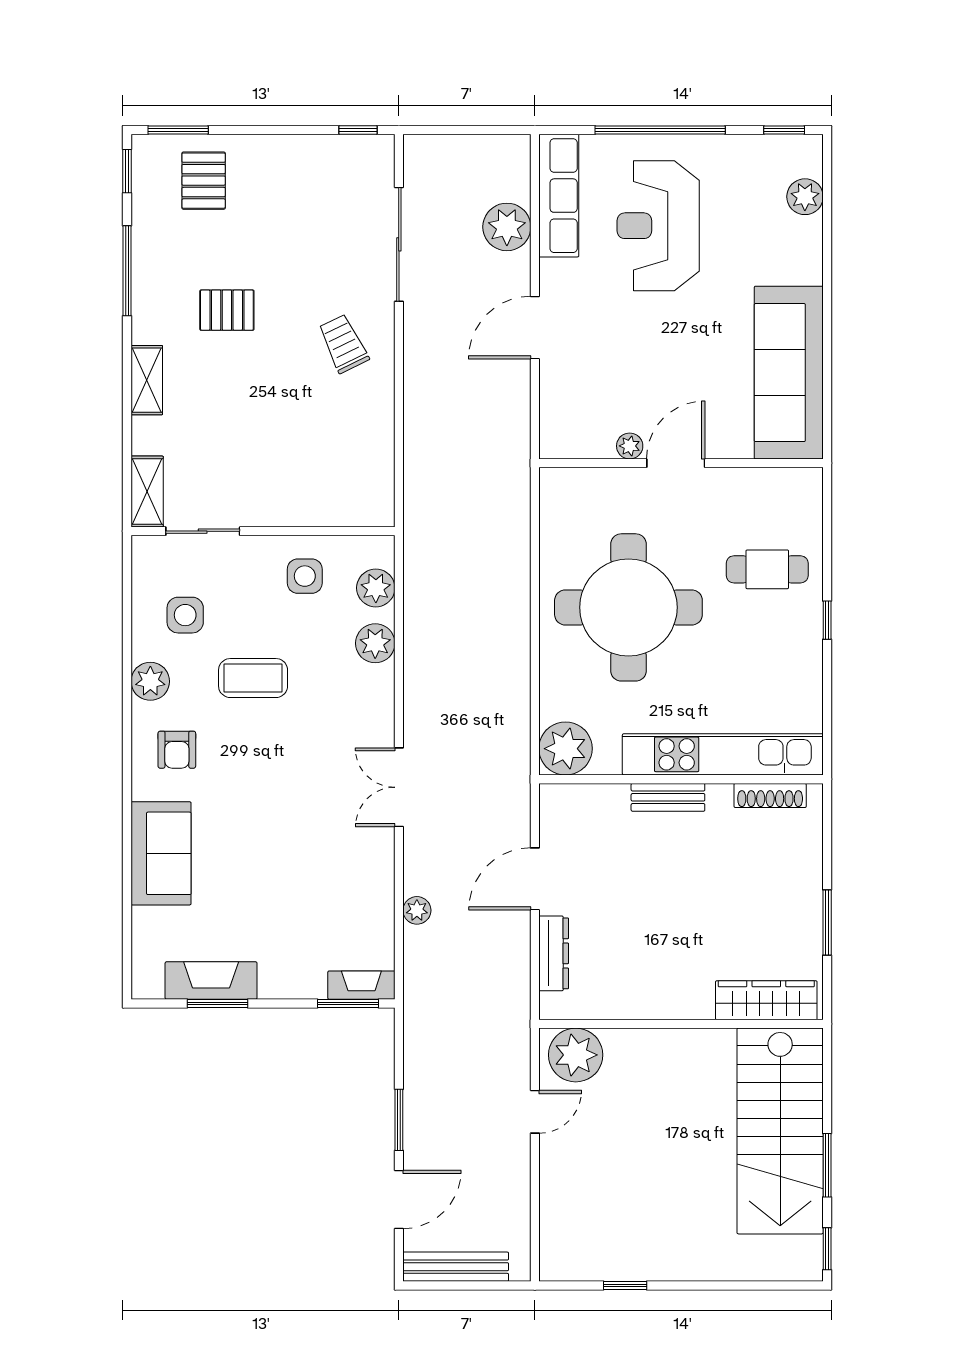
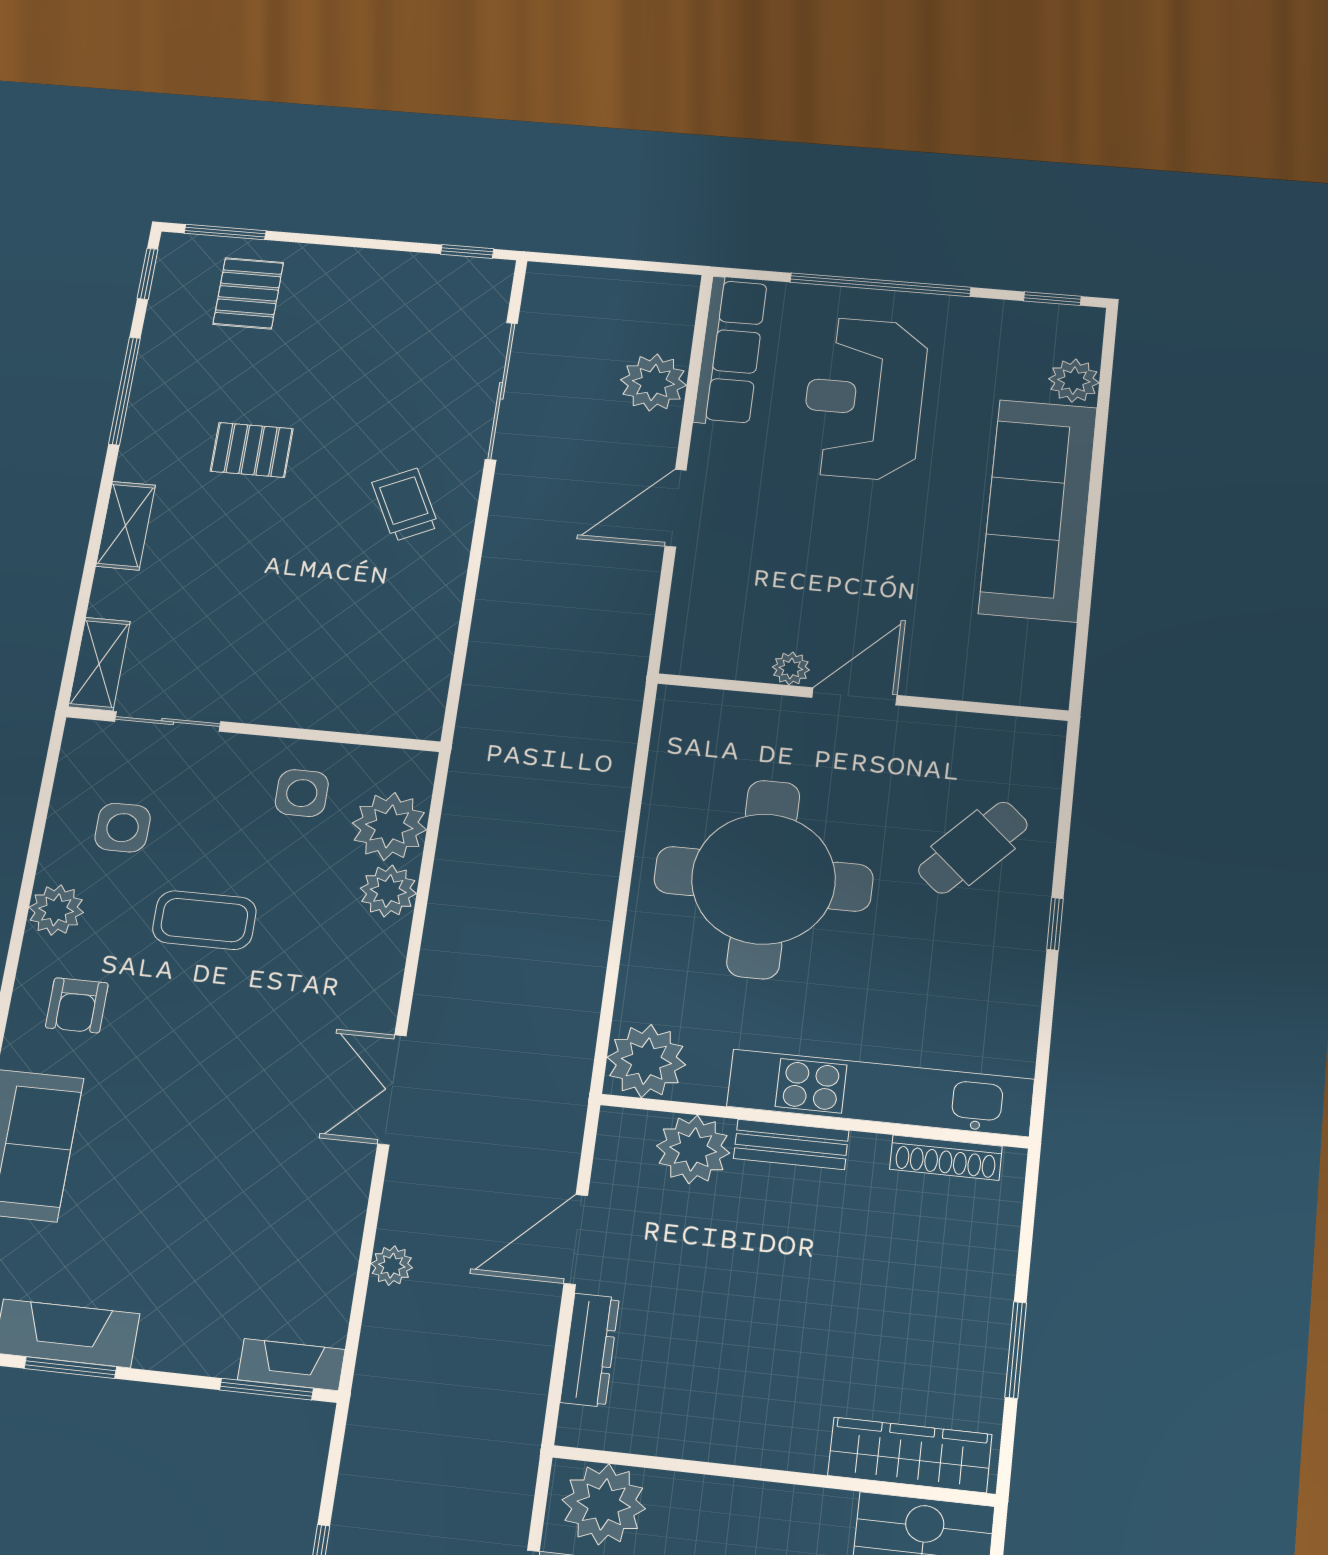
sofa: (789, 373) -> (1038, 510), moved
cafe table: (767, 569) -> (973, 848), turned -47
plant: (376, 588) -> (389, 826), width x1.36, depth x1.36
plant: (604, 808) -> (693, 1149), added

